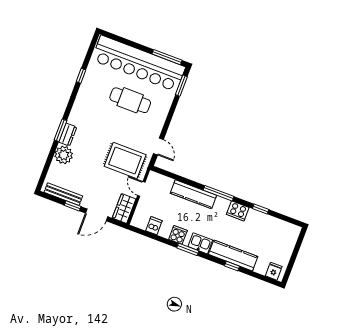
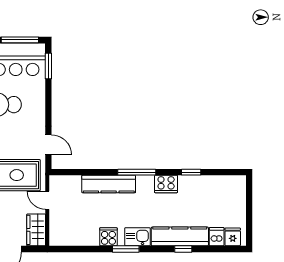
dishwasher: (154, 226) -> (217, 237), moved

